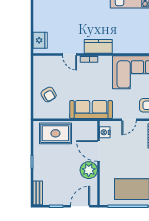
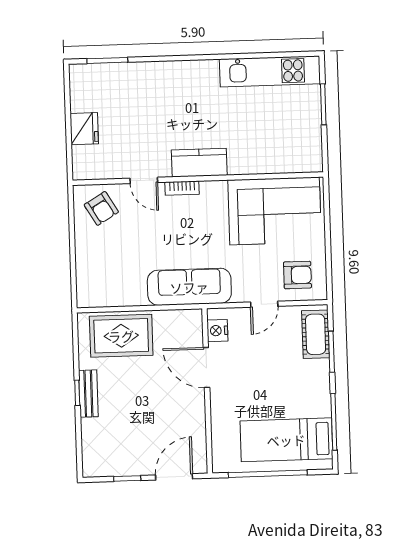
fridge: (40, 40) -> (84, 129), moved
armchair: (49, 94) -> (101, 208), moved
plant: (89, 170) -> (189, 406), removed
bench: (38, 193) -> (88, 394), moved

